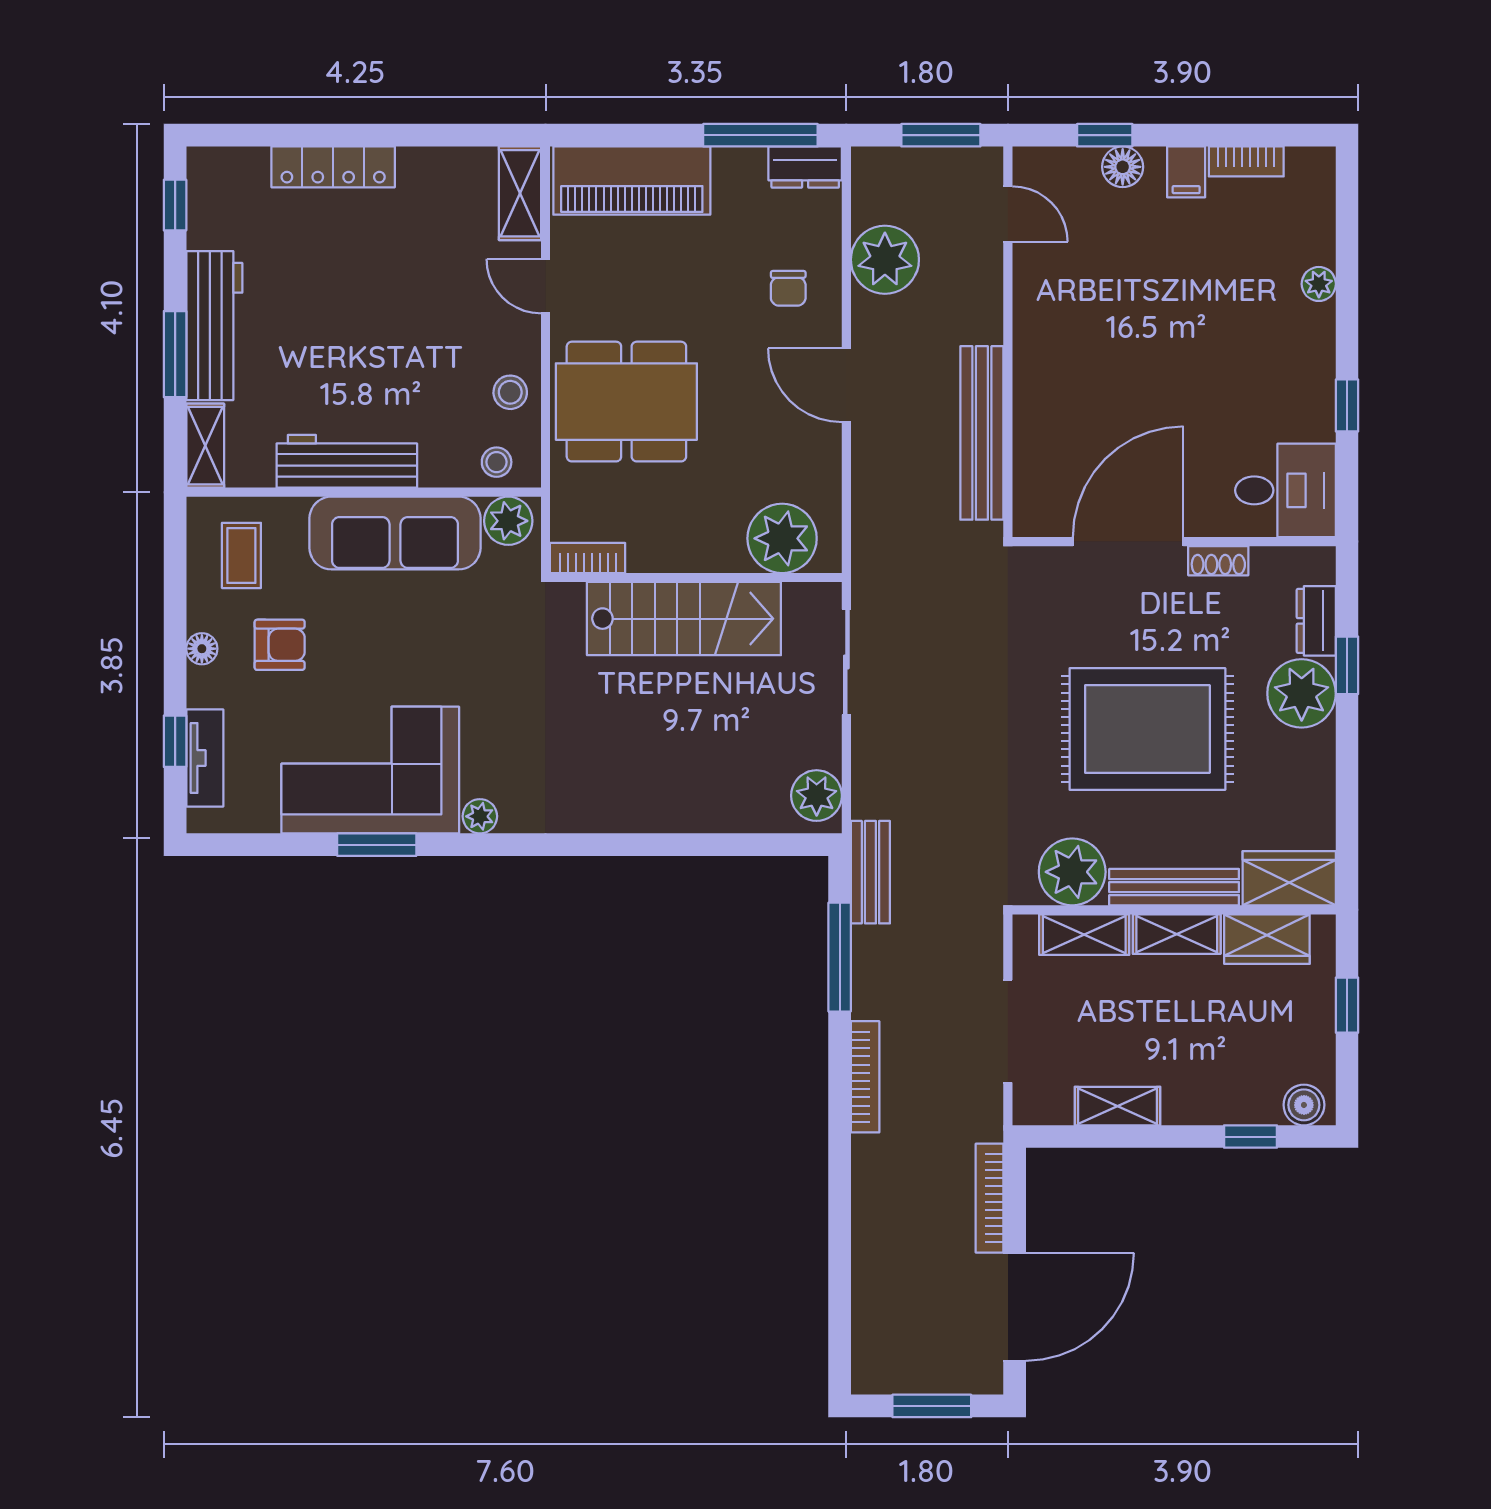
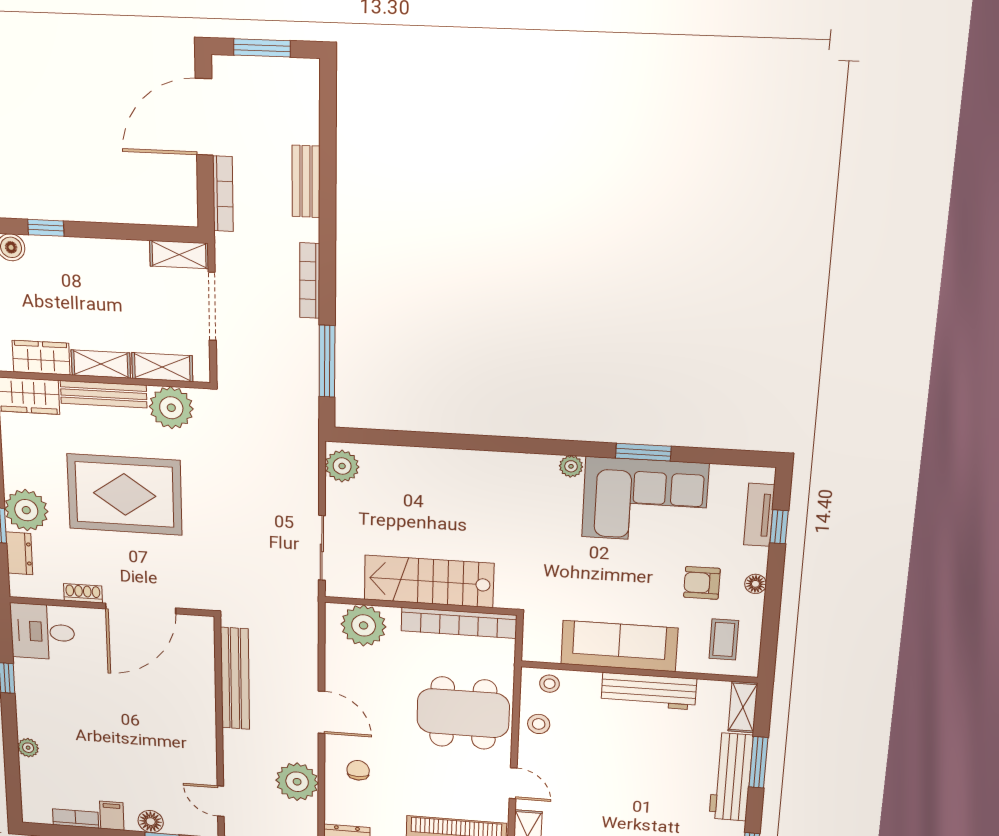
plant: (508, 521) -> (543, 648), removed
bookcase: (588, 558) -> (459, 623), width x2.31, depth x1.31
bench: (870, 872) -> (306, 181), moved
shelving: (1117, 1106) -> (179, 255), moved

